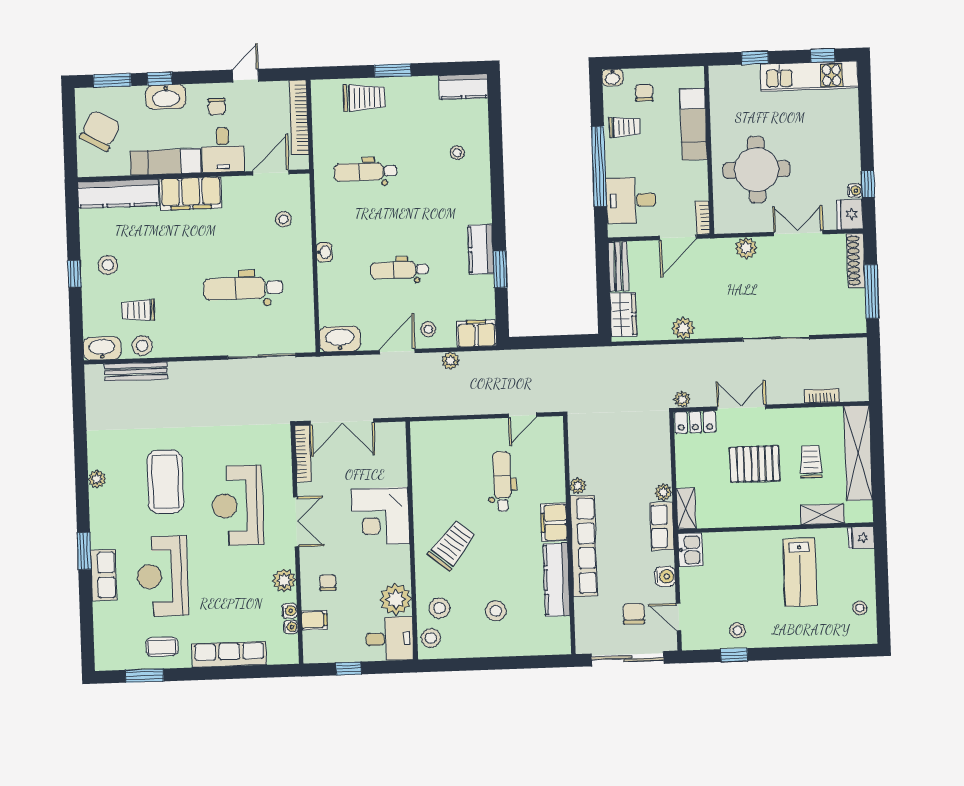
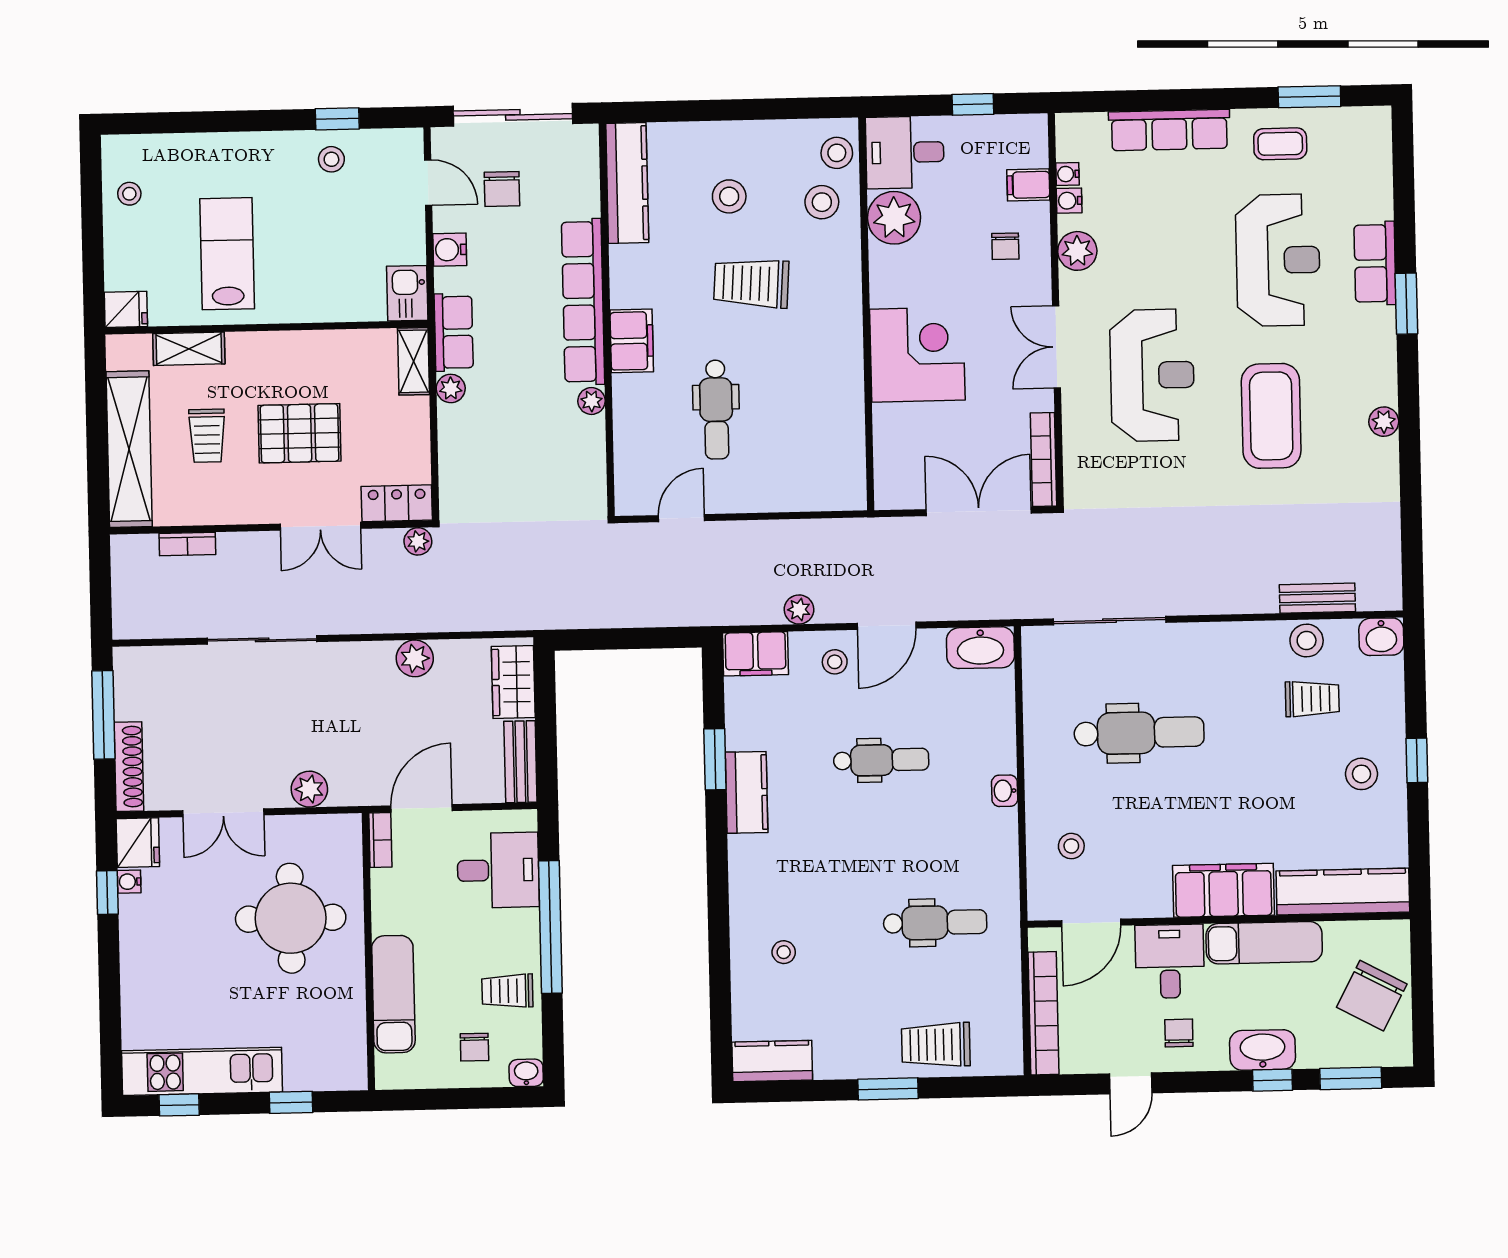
washbasin: (102, 348) -> (1381, 637), width x0.72
bench: (136, 371) -> (1317, 598), width x0.73
trolley: (452, 545) -> (751, 283), moved, turned 55
kitchen counter: (556, 580) -> (627, 183), moved

